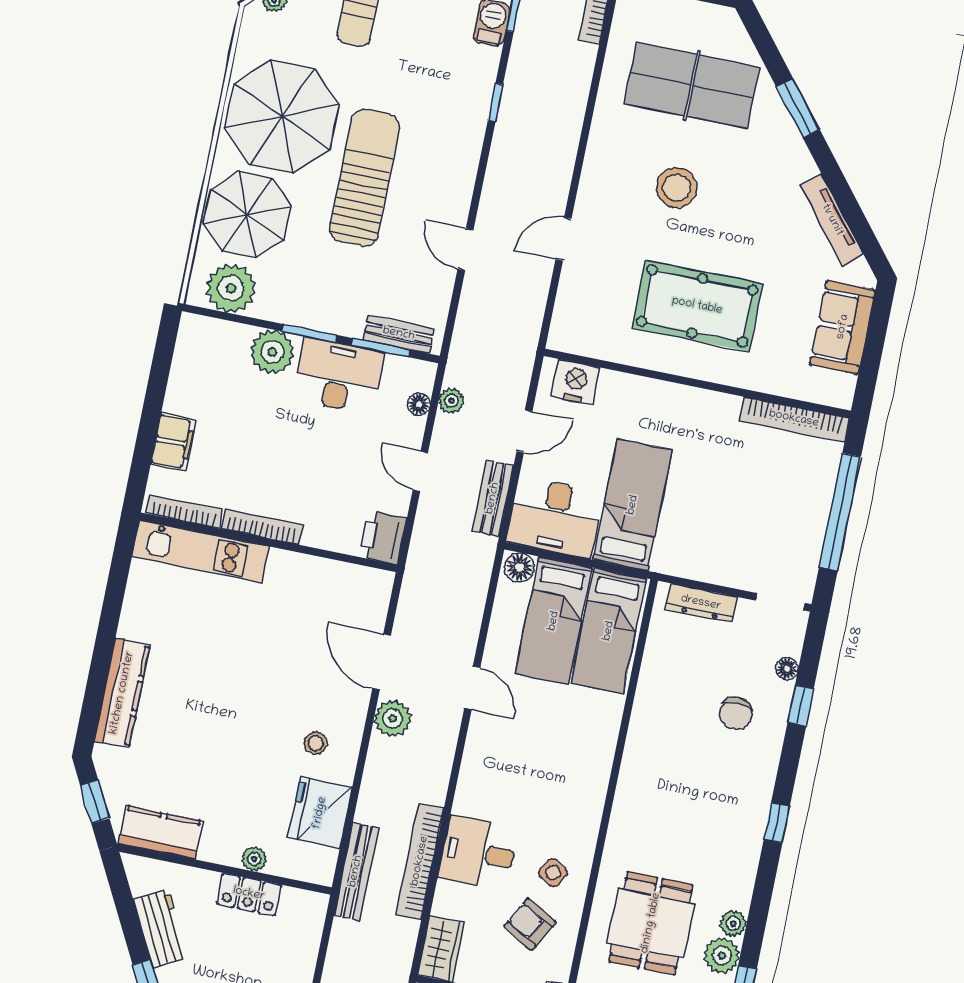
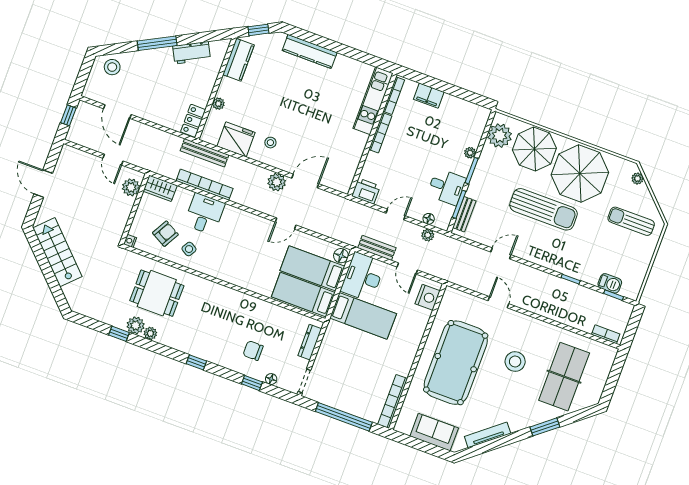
pool table: (697, 306) -> (456, 363), width x1.36, depth x1.32
plant: (272, 352) -> (470, 153), width x0.53, depth x0.53
desk: (338, 376) -> (447, 187), width x0.73
locker: (249, 894) -> (193, 121), moved

